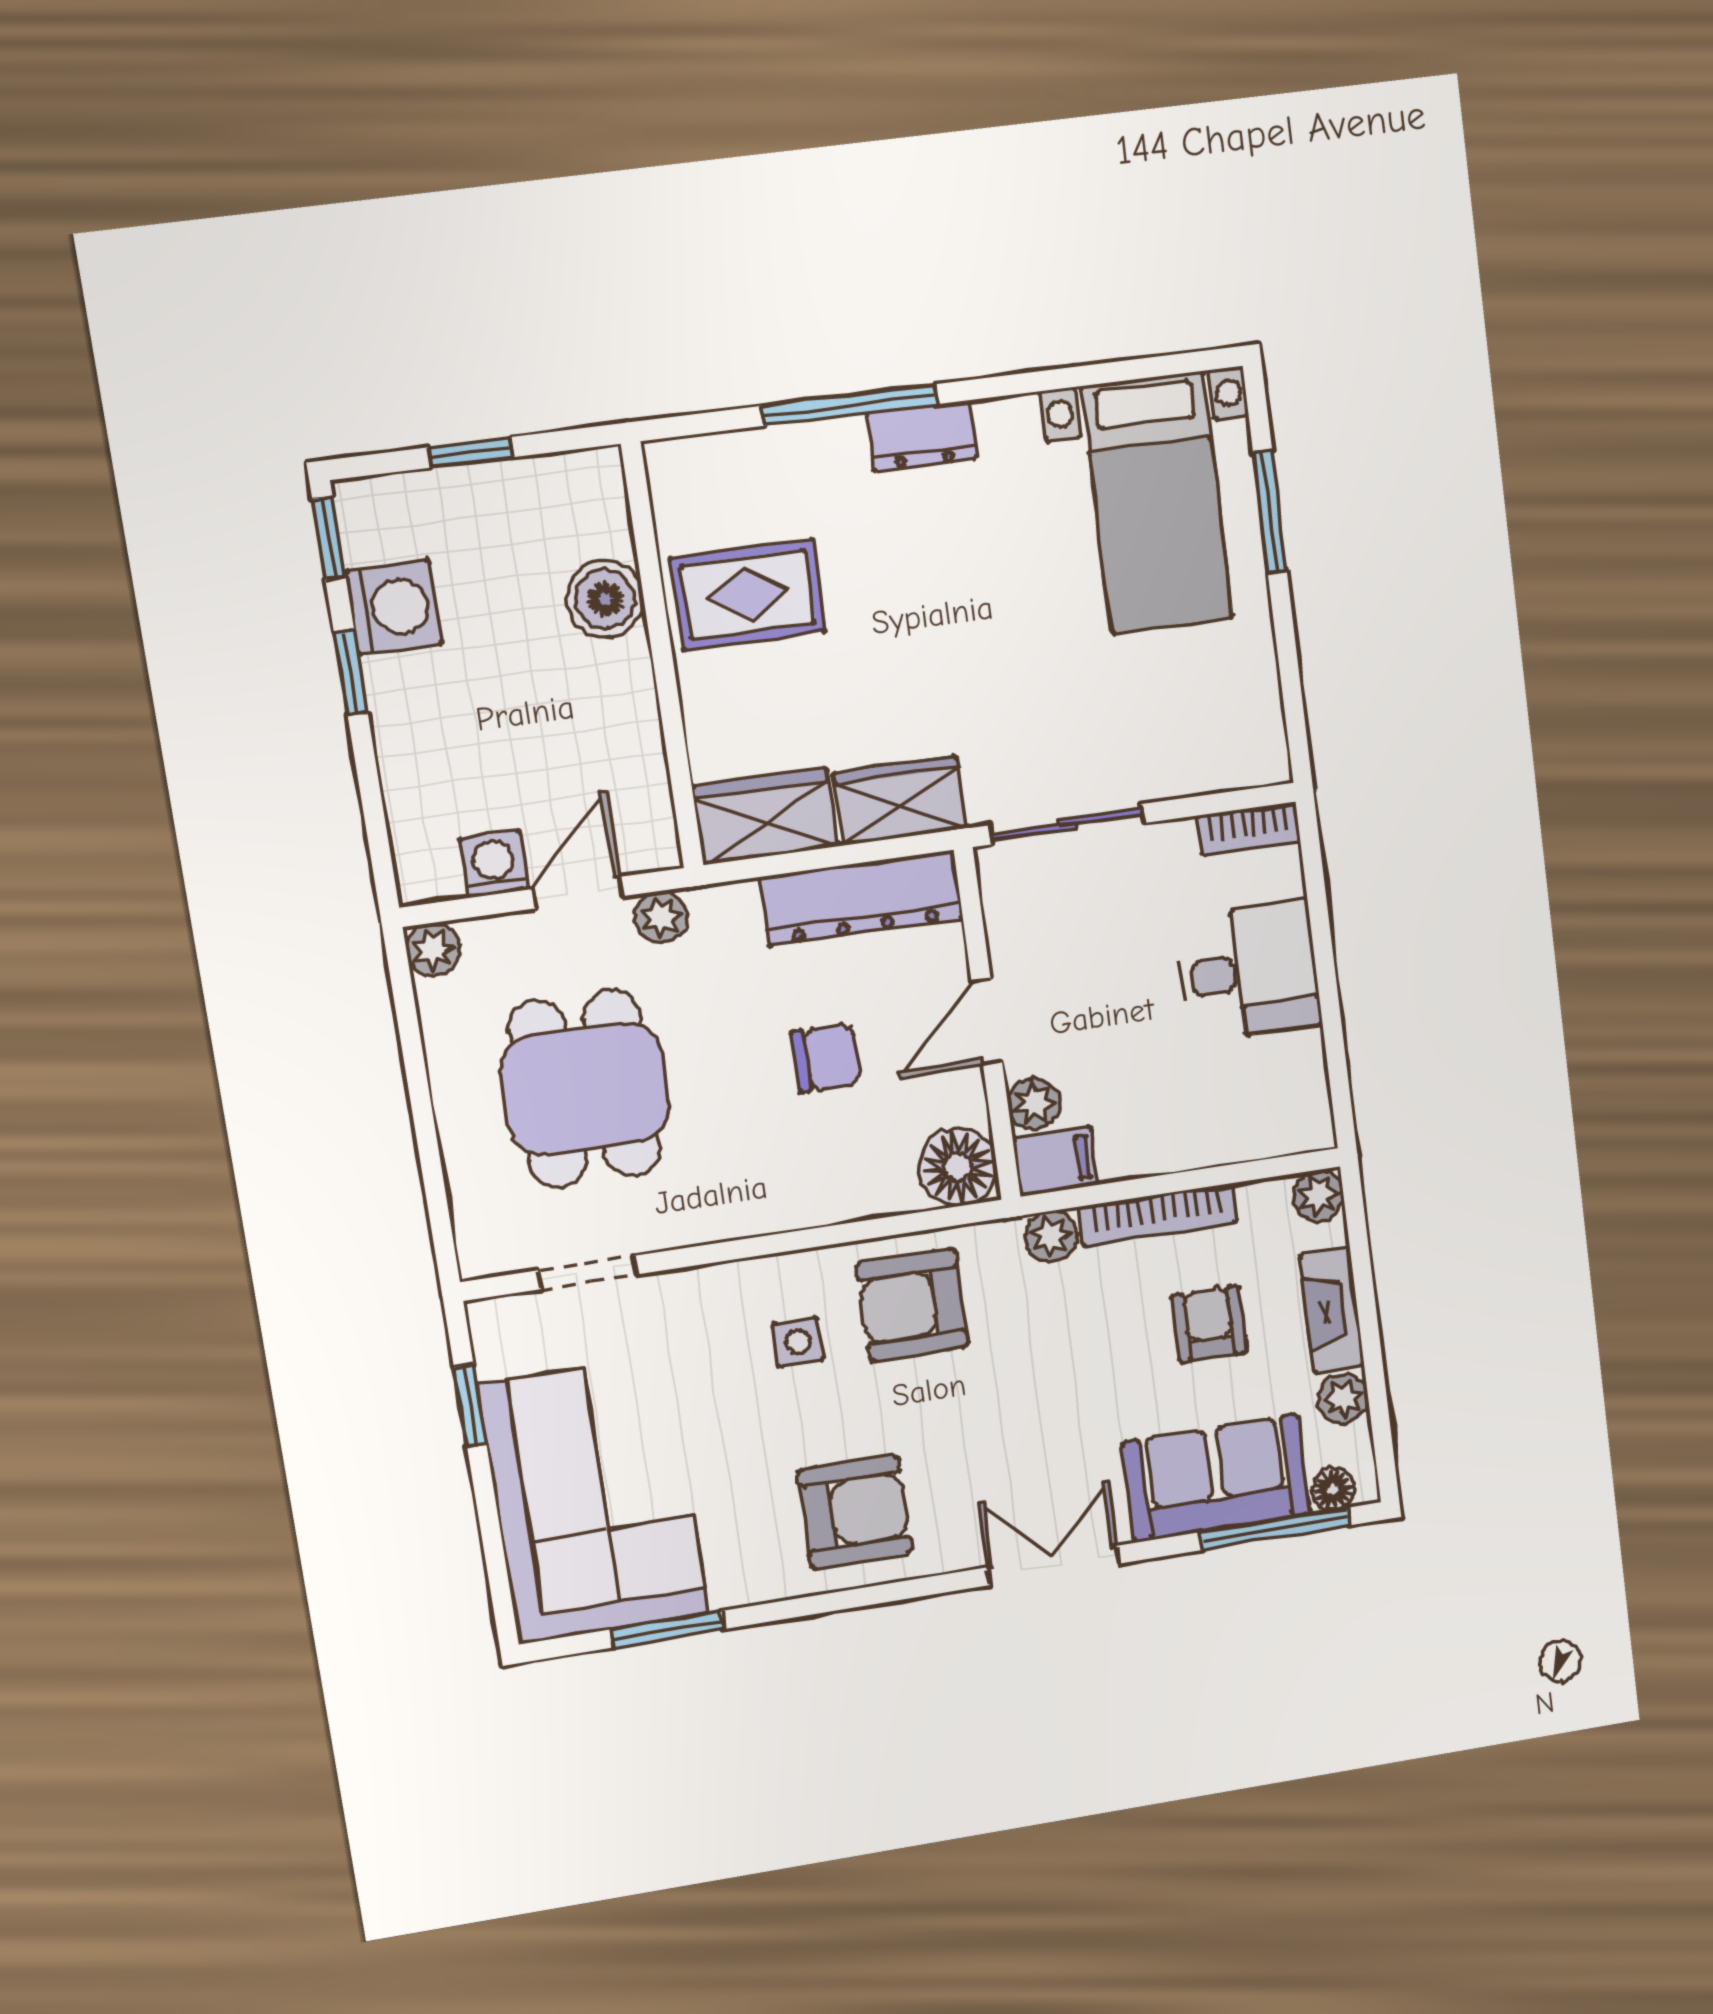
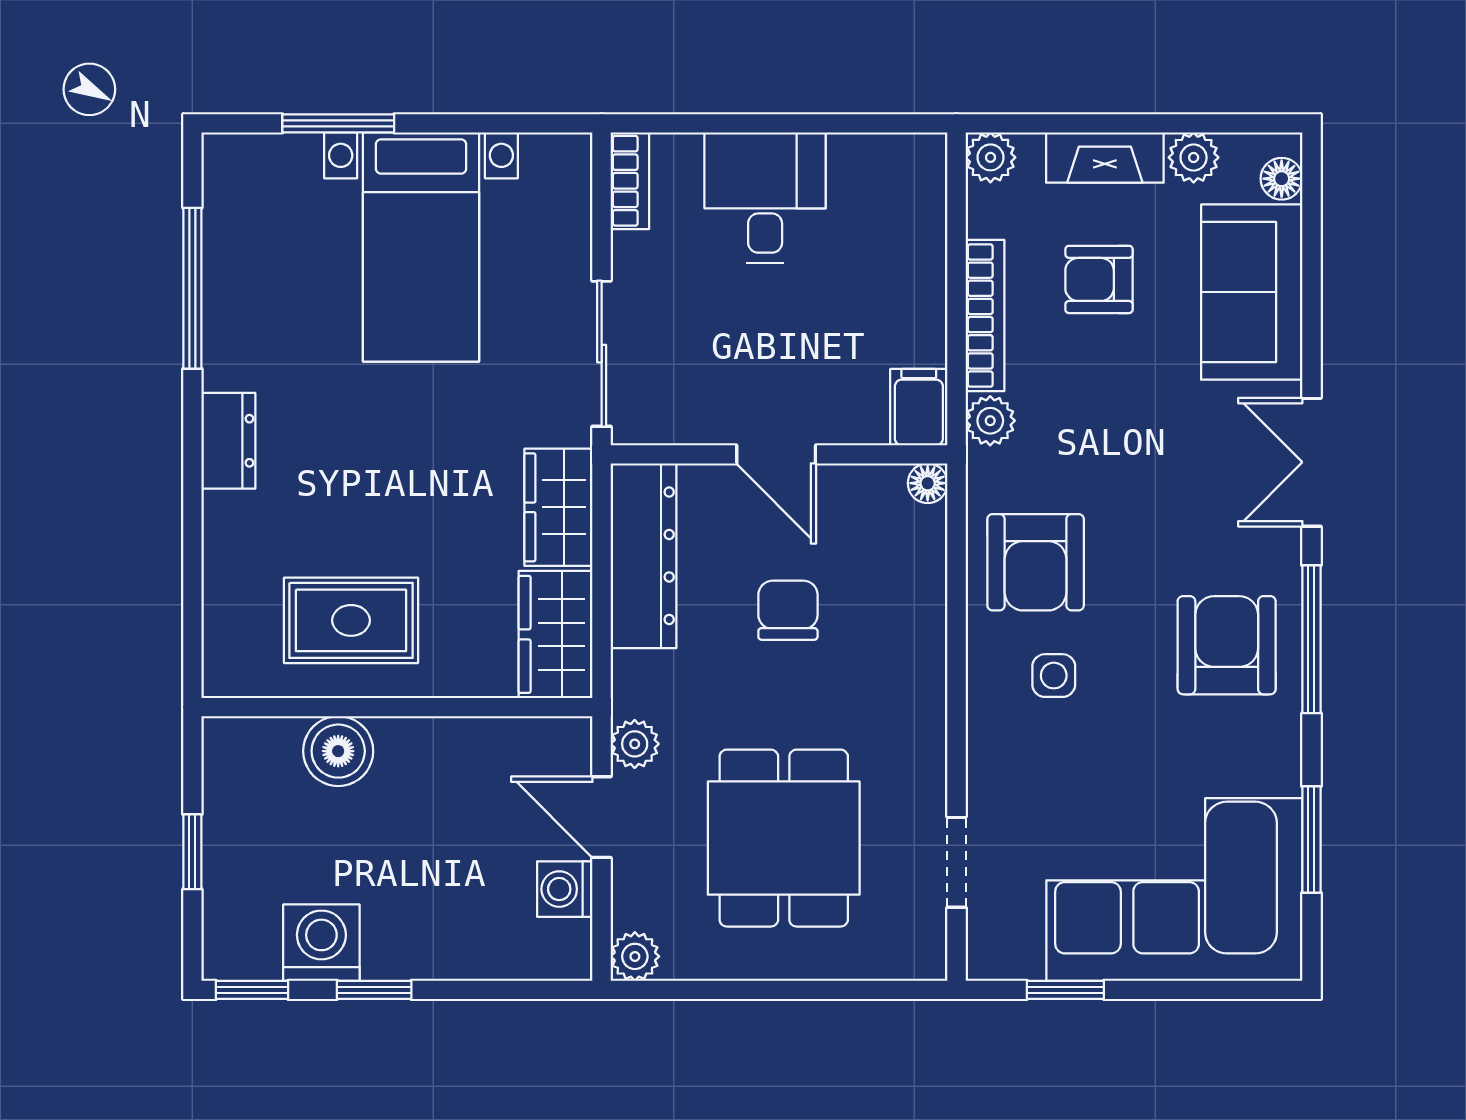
window: (850, 405) -> (192, 288), moved
bed with nightstands: (1157, 503) -> (421, 247), moved, turned 90
rug: (748, 594) -> (351, 620), turned 90
dining table: (585, 1089) -> (784, 838), turned 90
plant: (1034, 1104) -> (860, 420), removed
floor lamp: (958, 1167) -> (928, 483), width x0.53, depth x0.53
window: (1275, 1529) -> (1311, 639), moved

